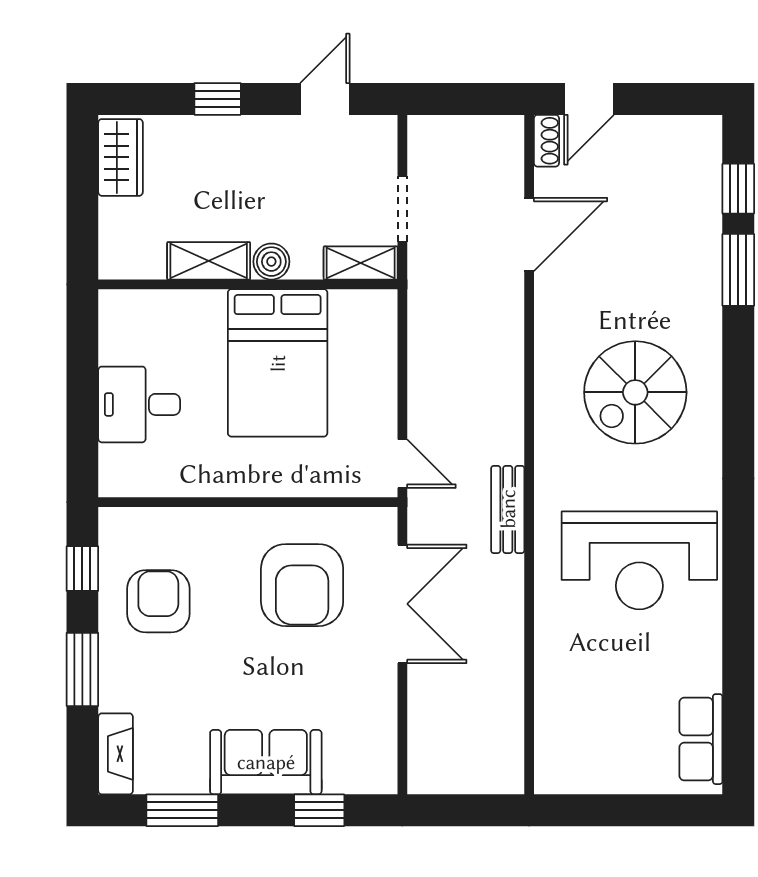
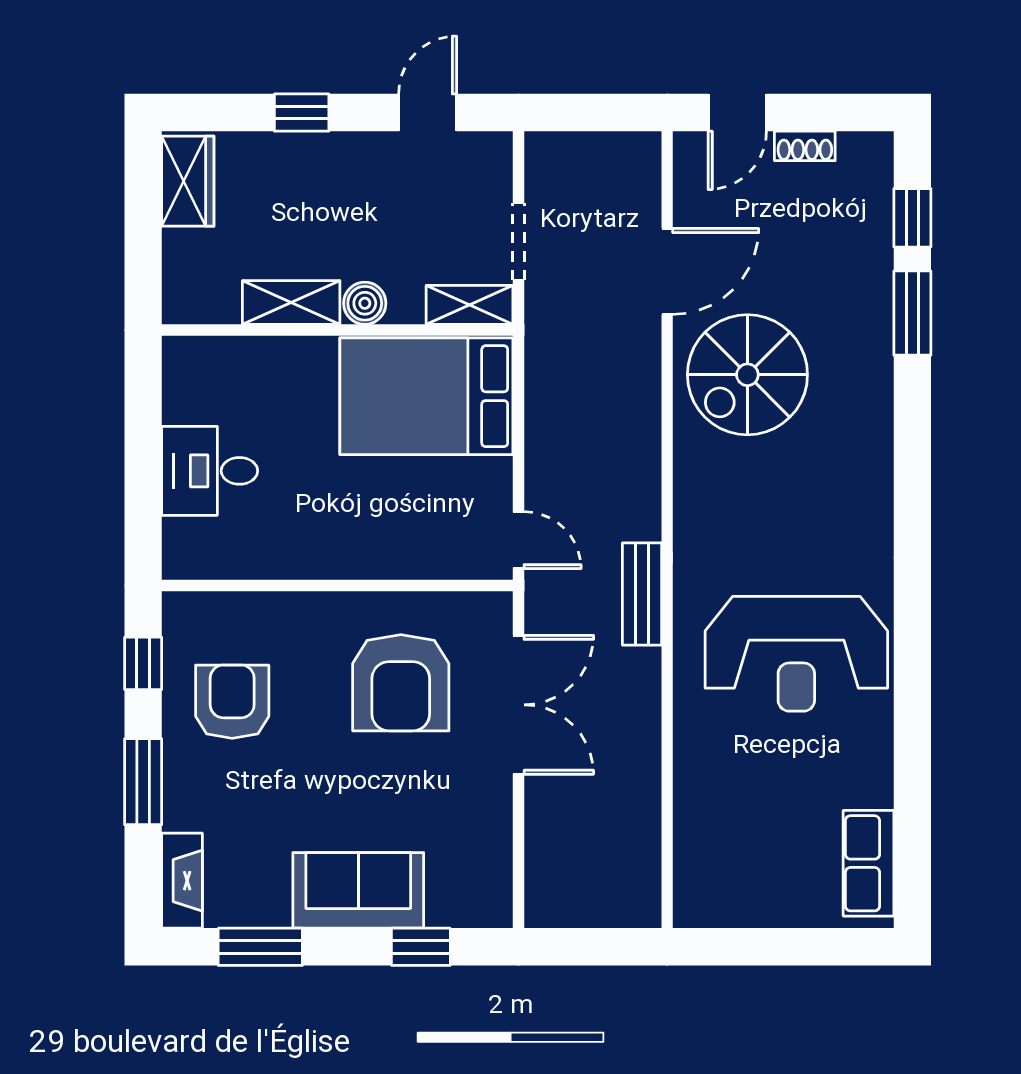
shoe rack: (546, 141) -> (805, 146), moved, turned 90
bed: (278, 363) -> (426, 396), moved, turned 90
spiral stairs: (635, 392) -> (747, 375), moved

